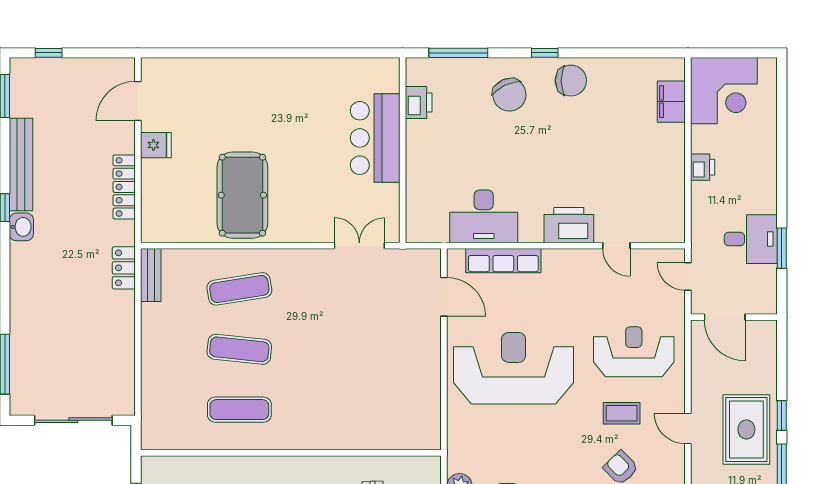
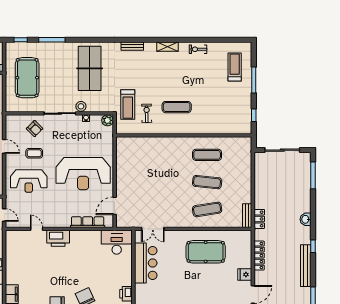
bar counter: (375, 138) -> (146, 263), moved
pool table: (242, 195) -> (206, 252), turned 90
desk: (484, 216) -> (117, 242), moved
washbasin: (21, 227) -> (306, 219), moved
door: (444, 297) -> (115, 206), hinge flipped

